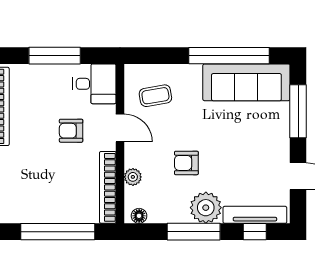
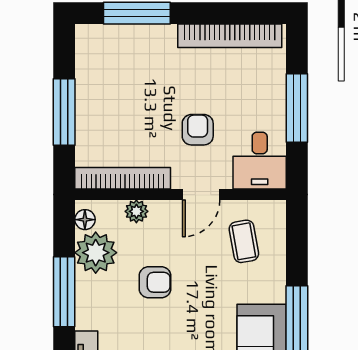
armchair: (186, 163) -> (155, 282), turned 90
plant: (206, 208) -> (96, 253), moved
window: (58, 232) -> (64, 112), width x0.68

